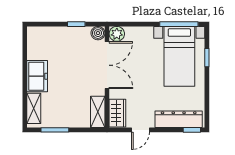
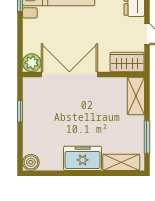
boiler: (98, 33) -> (31, 162), moved
shelving: (98, 112) -> (136, 96), moved, turned 90

